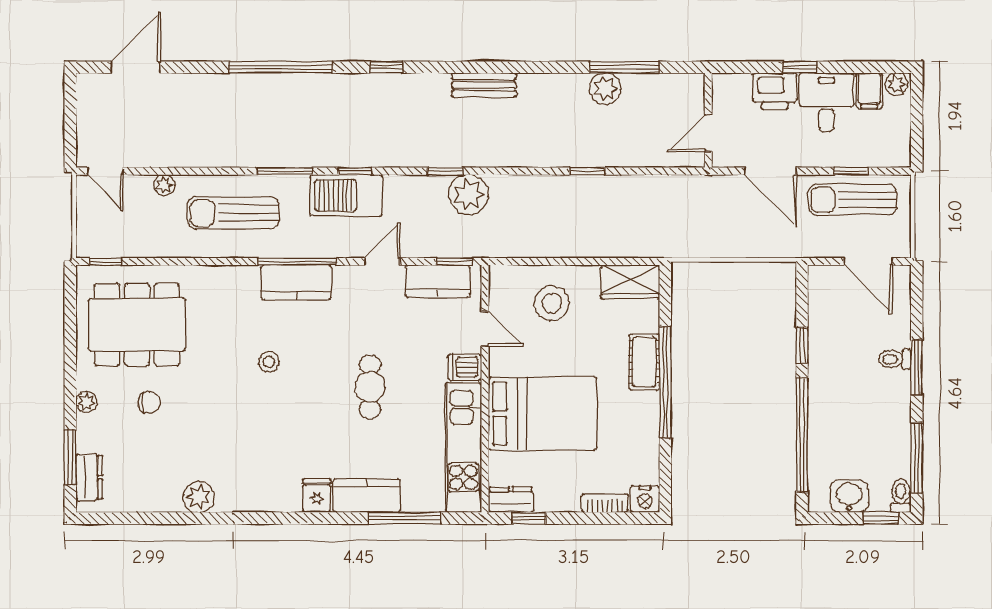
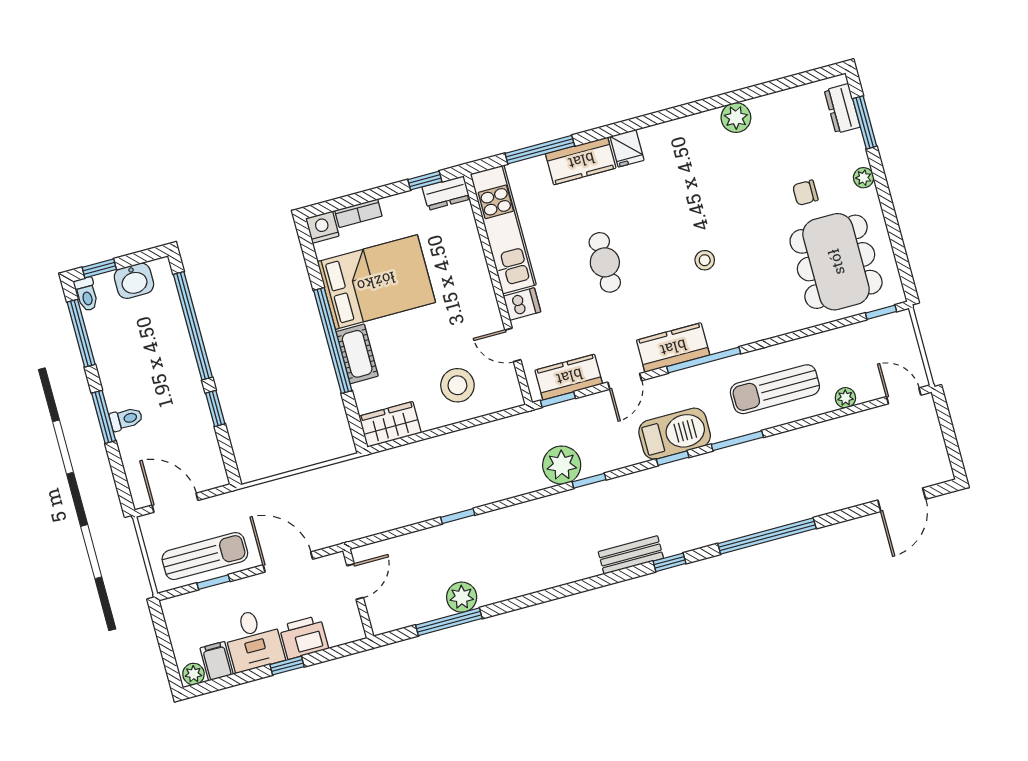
bench: (484, 85) -> (631, 555), moved
sun lounger: (233, 213) -> (775, 389), turned 180
kitchen counter: (296, 282) -> (673, 348), moved
dining table: (137, 325) -> (836, 262), turned 90
bed: (543, 414) -> (376, 282), moved, turned 180

